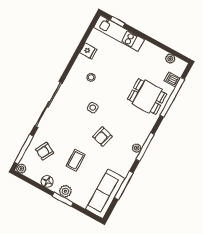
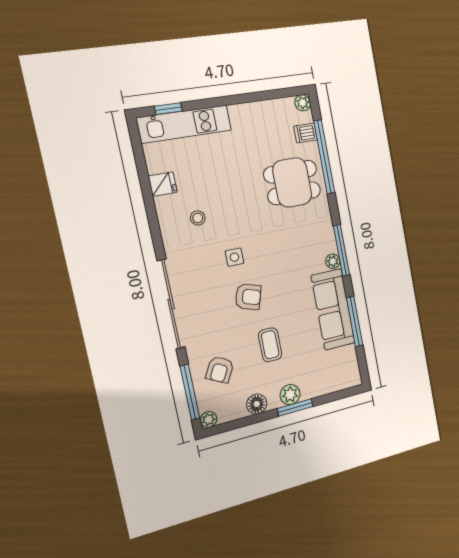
plant: (170, 59) -> (303, 103), moved
armchair: (102, 137) -> (248, 297), moved, turned -89
sofa: (105, 194) -> (333, 309), moved

